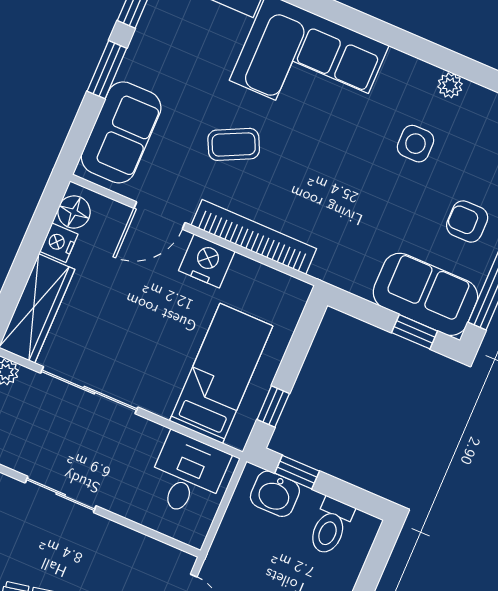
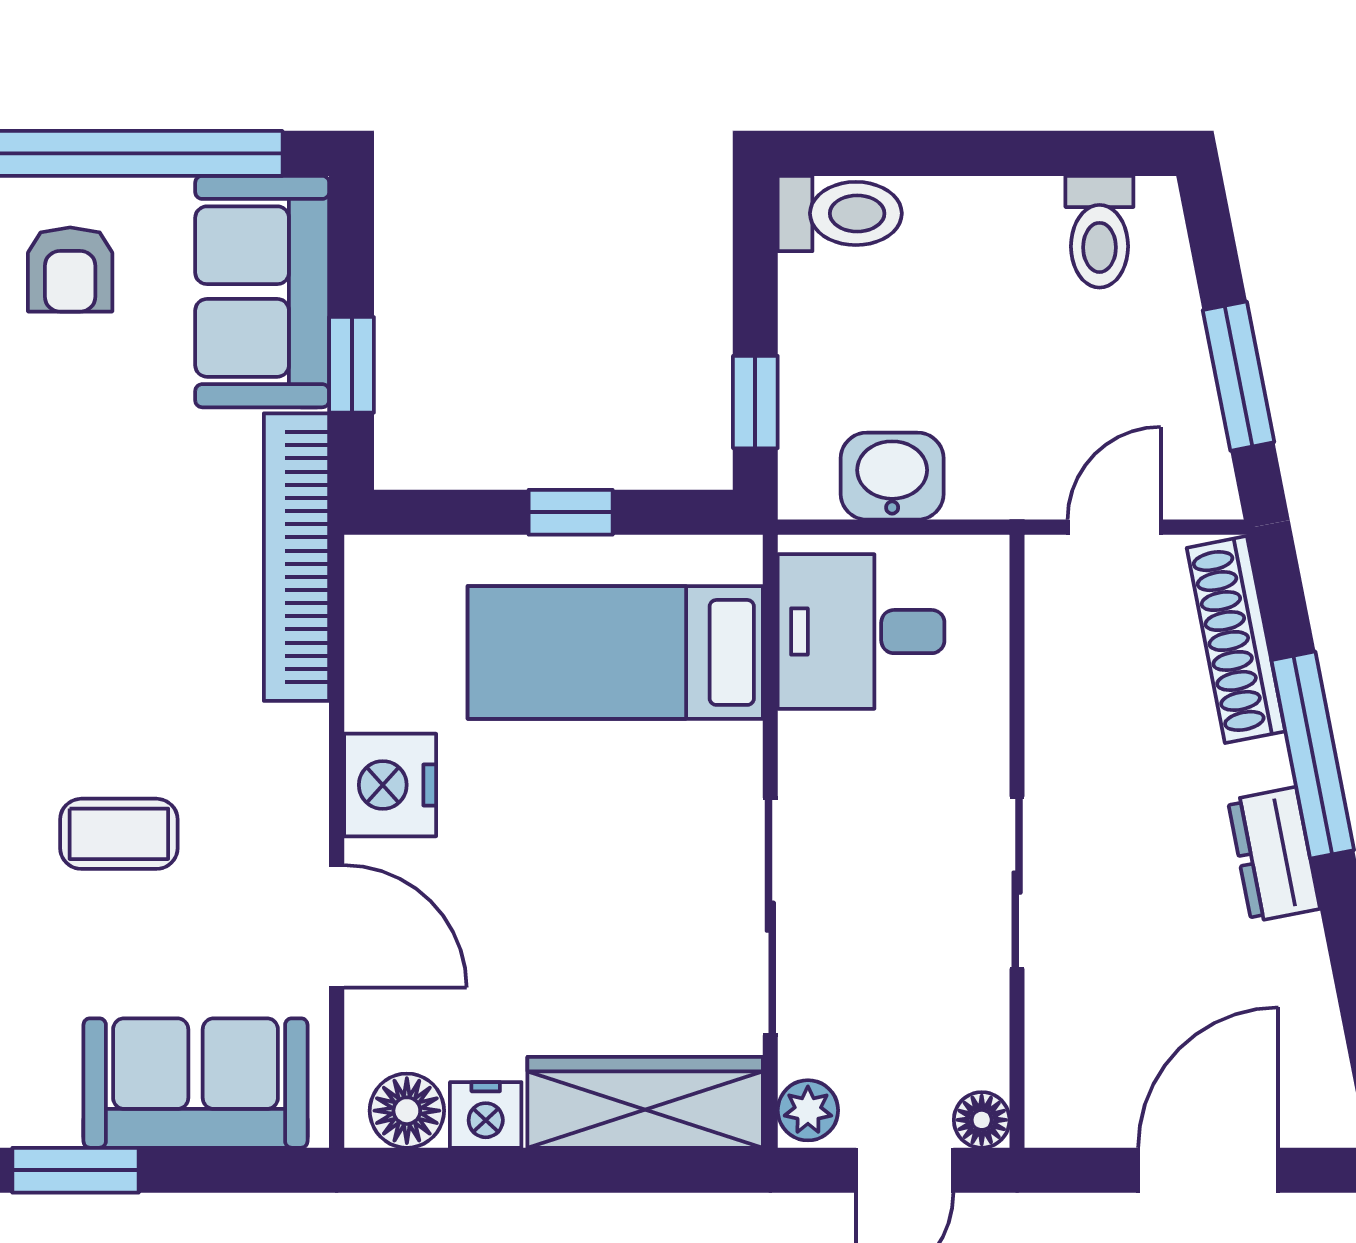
coffee table: (234, 144) -> (119, 834), turned -64
bookcase: (254, 237) -> (296, 557), moved
window: (415, 332) -> (352, 365), moved
window: (273, 407) -> (571, 512), moved
washbasin: (275, 494) -> (892, 476), moved, turned -90
toilet: (330, 526) -> (840, 213), moved

